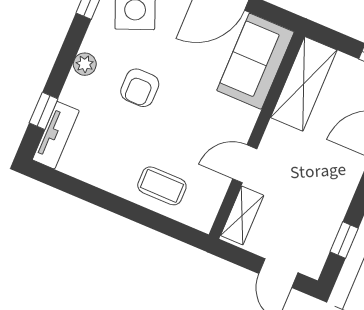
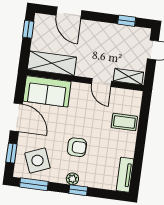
window: (44, 111) -> (78, 190), moved
tv unit: (56, 135) -> (125, 175), moved, turned -90
coffee table: (162, 186) -> (124, 122), turned 90

